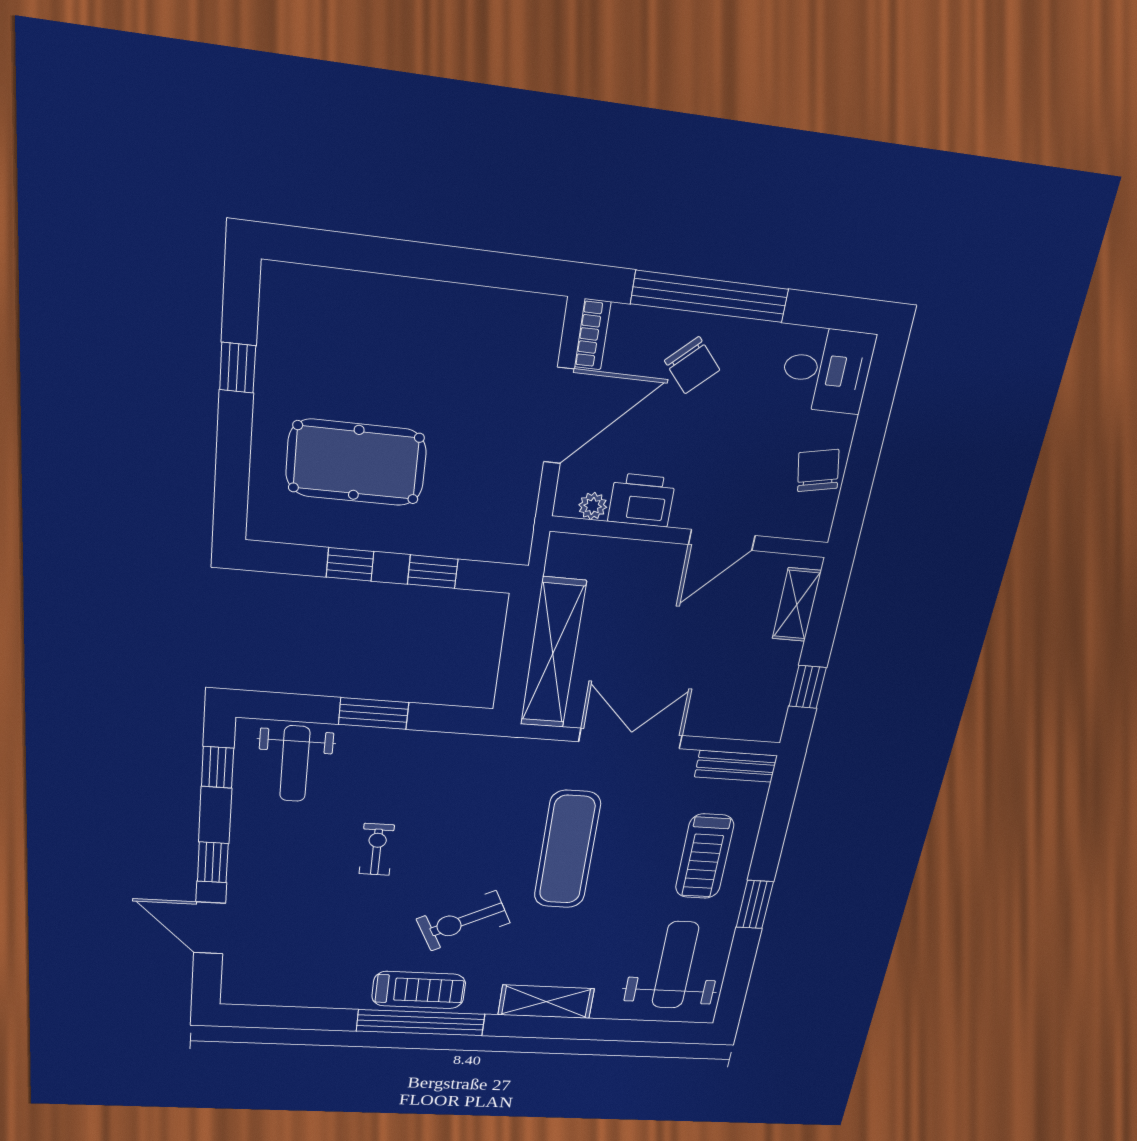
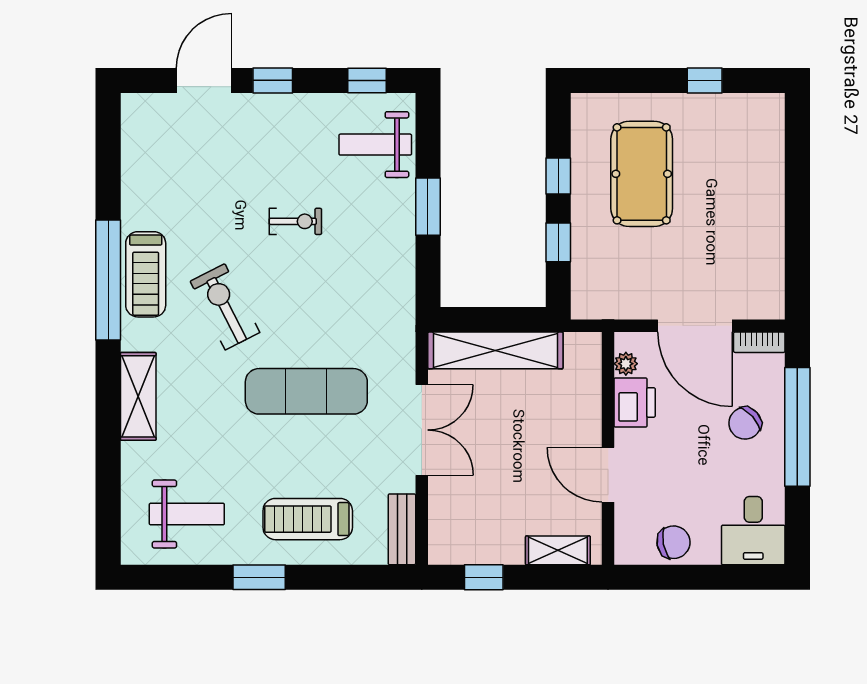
weight bench: (675, 965) -> (187, 514), width x0.73, depth x0.75

